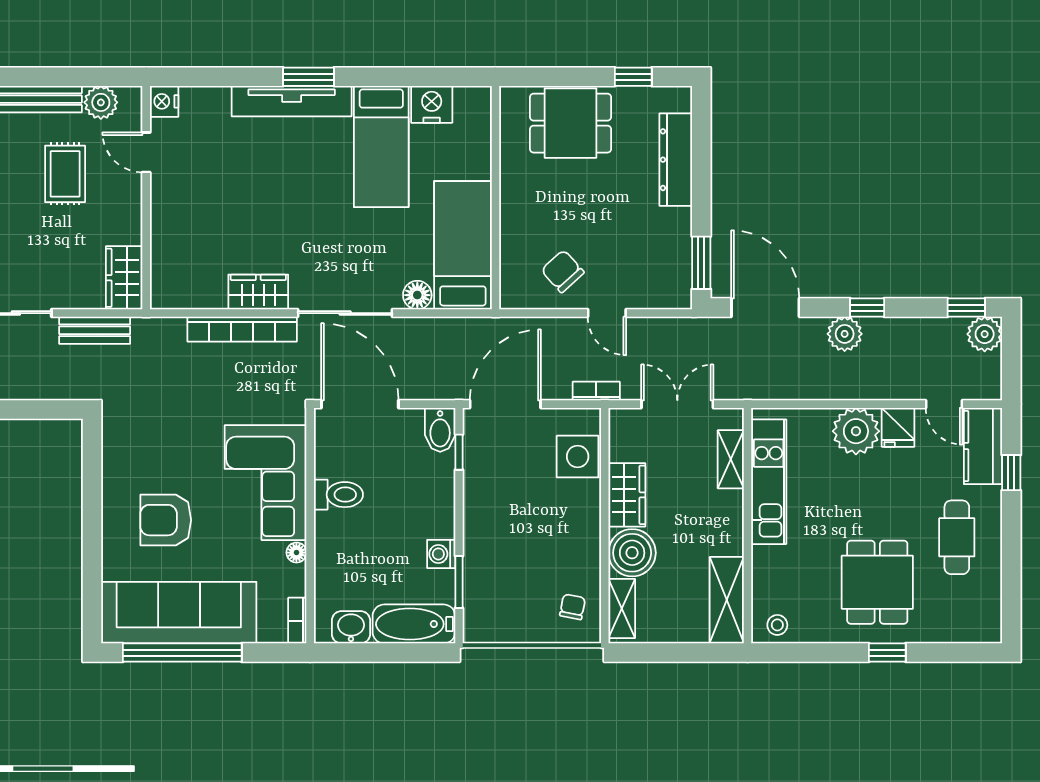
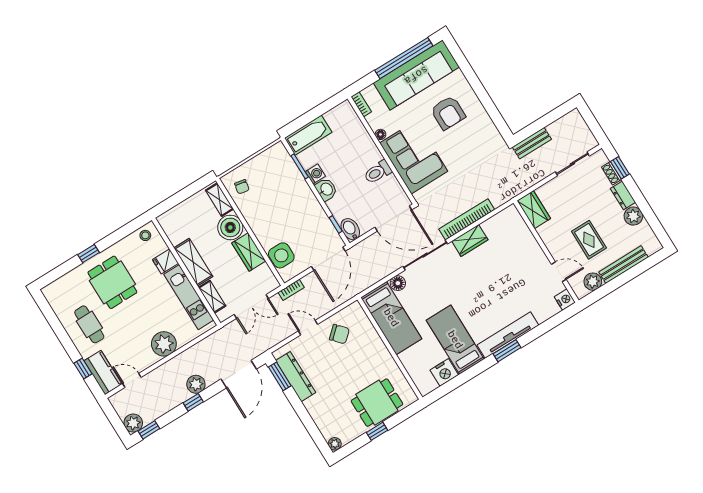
window: (633, 77) -> (377, 431), moved
plant: (680, 99) -> (335, 444), added
dresser: (676, 160) -> (296, 377), moved
door: (765, 308) -> (239, 374), hinge flipped
bench: (95, 330) -> (532, 143), moved
fridge: (898, 427) -> (166, 261), moved, turned -90
armchair: (166, 520) -> (448, 113), turned 90
shelving: (727, 600) -> (193, 262), moved
washbasin: (351, 627) -> (326, 189), moved, turned -90

